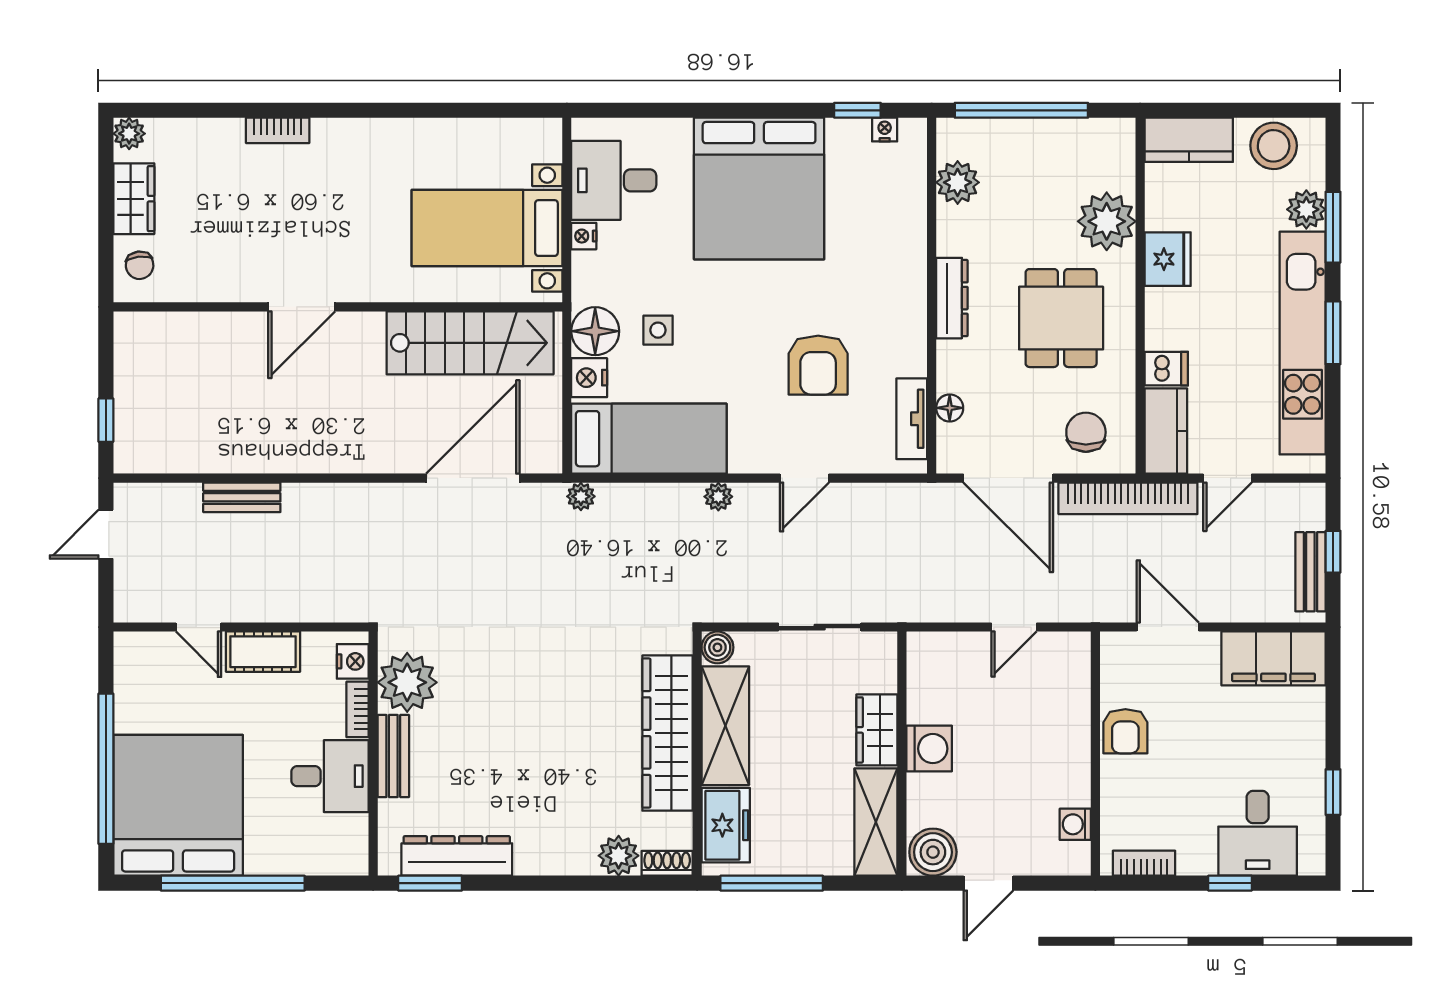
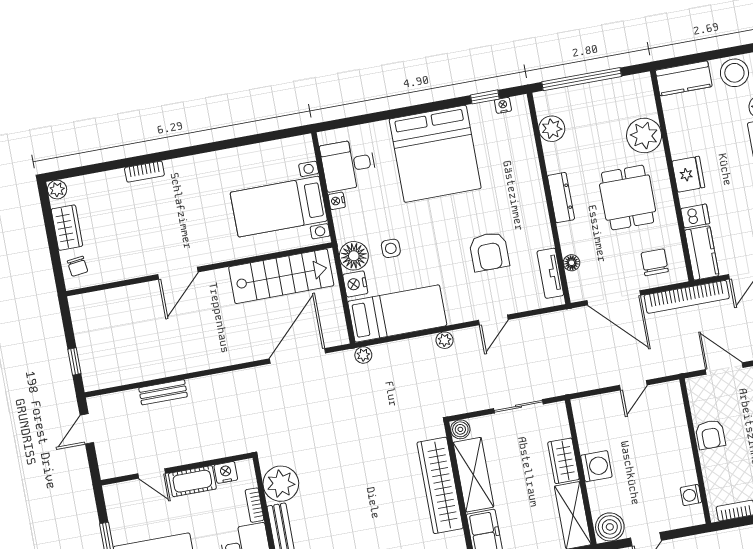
fridge: (1168, 259) -> (688, 174), moved
nightstand: (353, 661) -> (226, 472), moved, turned -90

